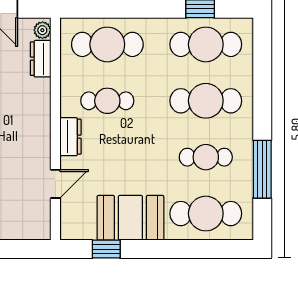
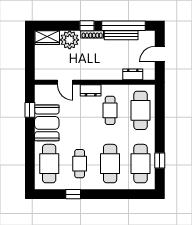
plant: (42, 30) -> (148, 75), removed
window: (262, 169) -> (73, 194), width x0.46

